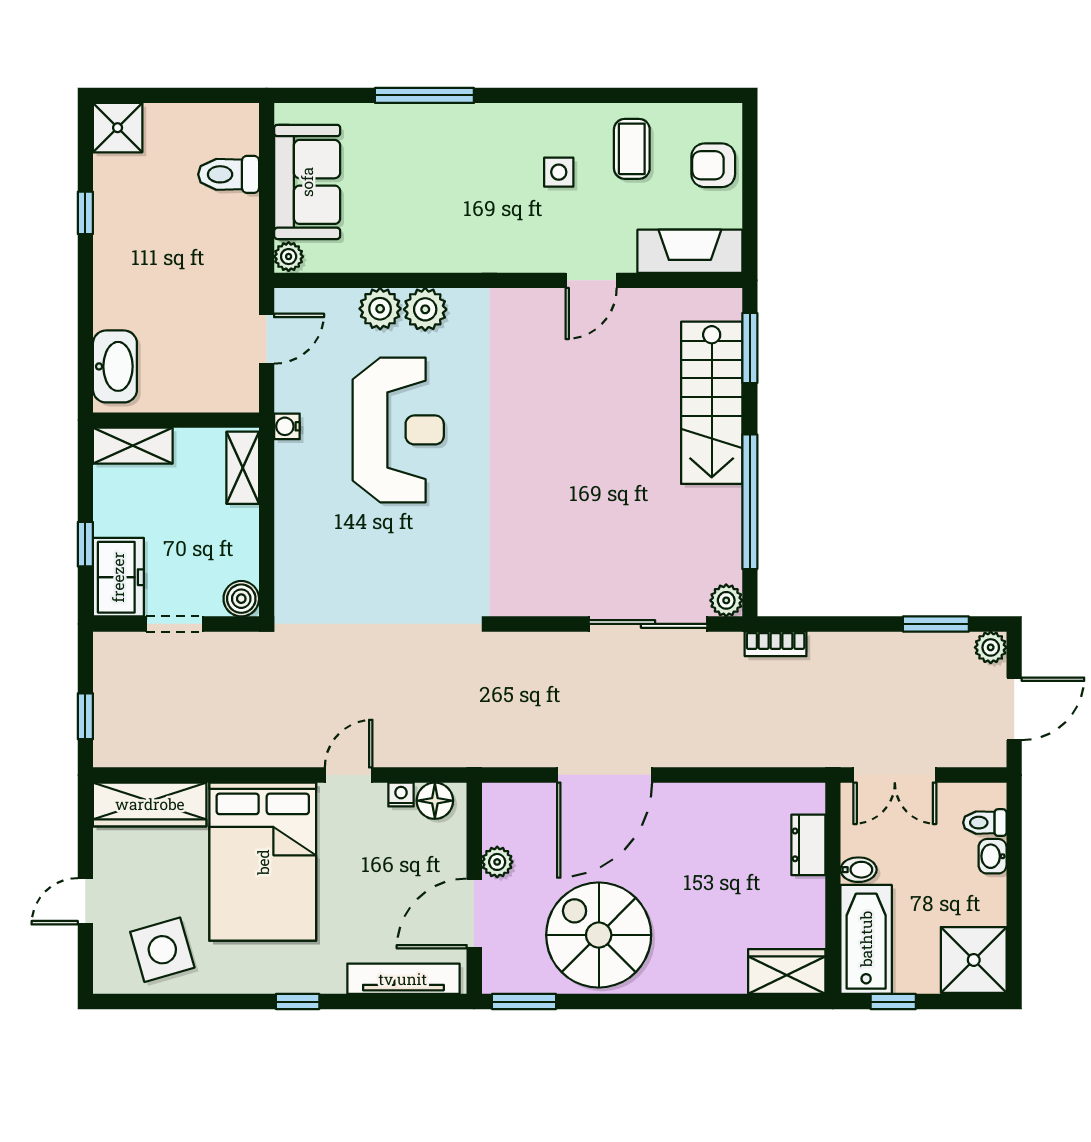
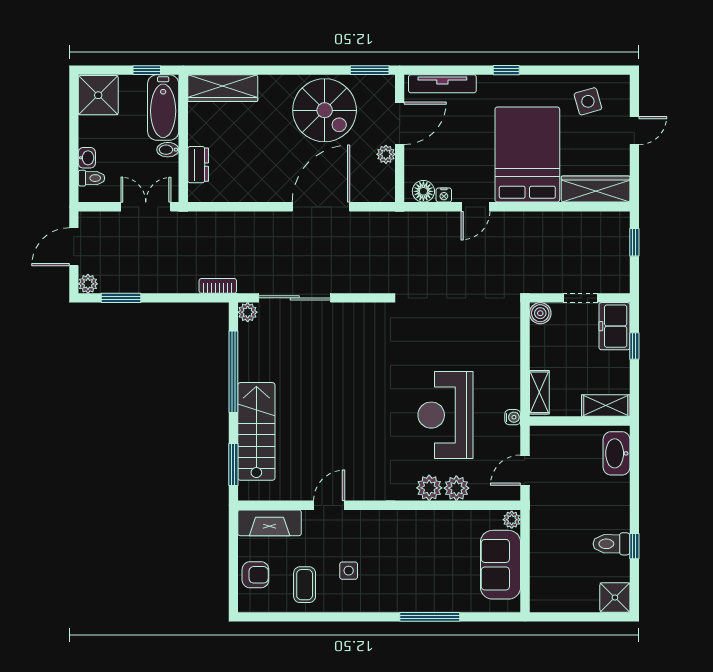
toilet: (229, 174) -> (611, 544), moved, turned 180
side table: (162, 950) -> (588, 101), width x0.73, depth x0.73
wardrobe: (787, 972) -> (223, 88), width x1.50

